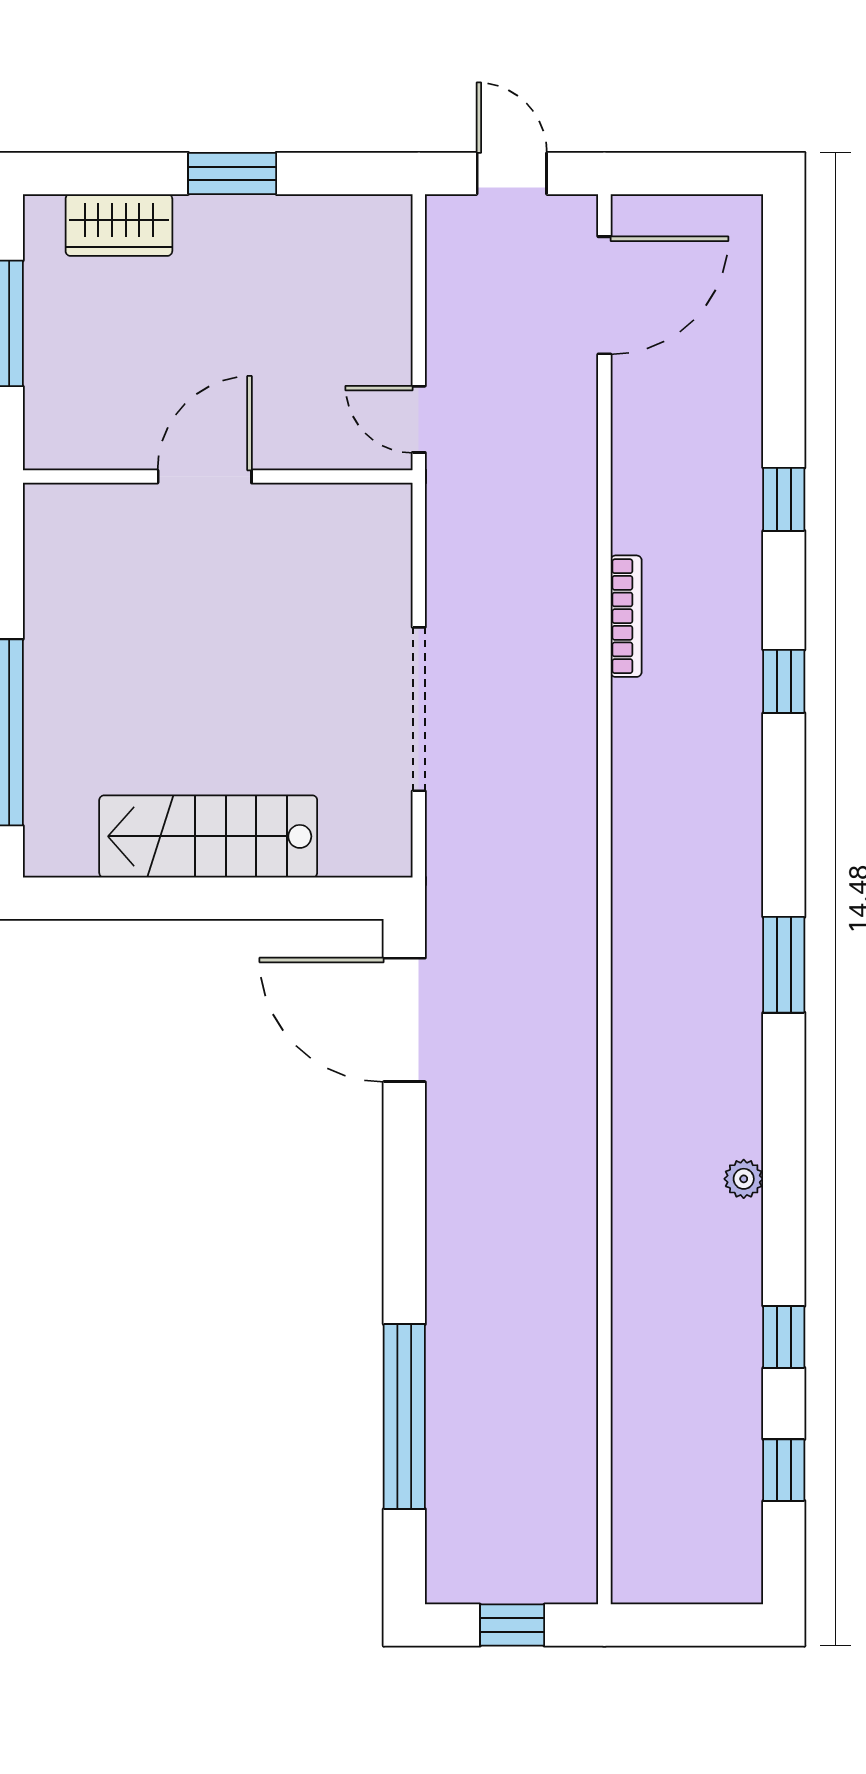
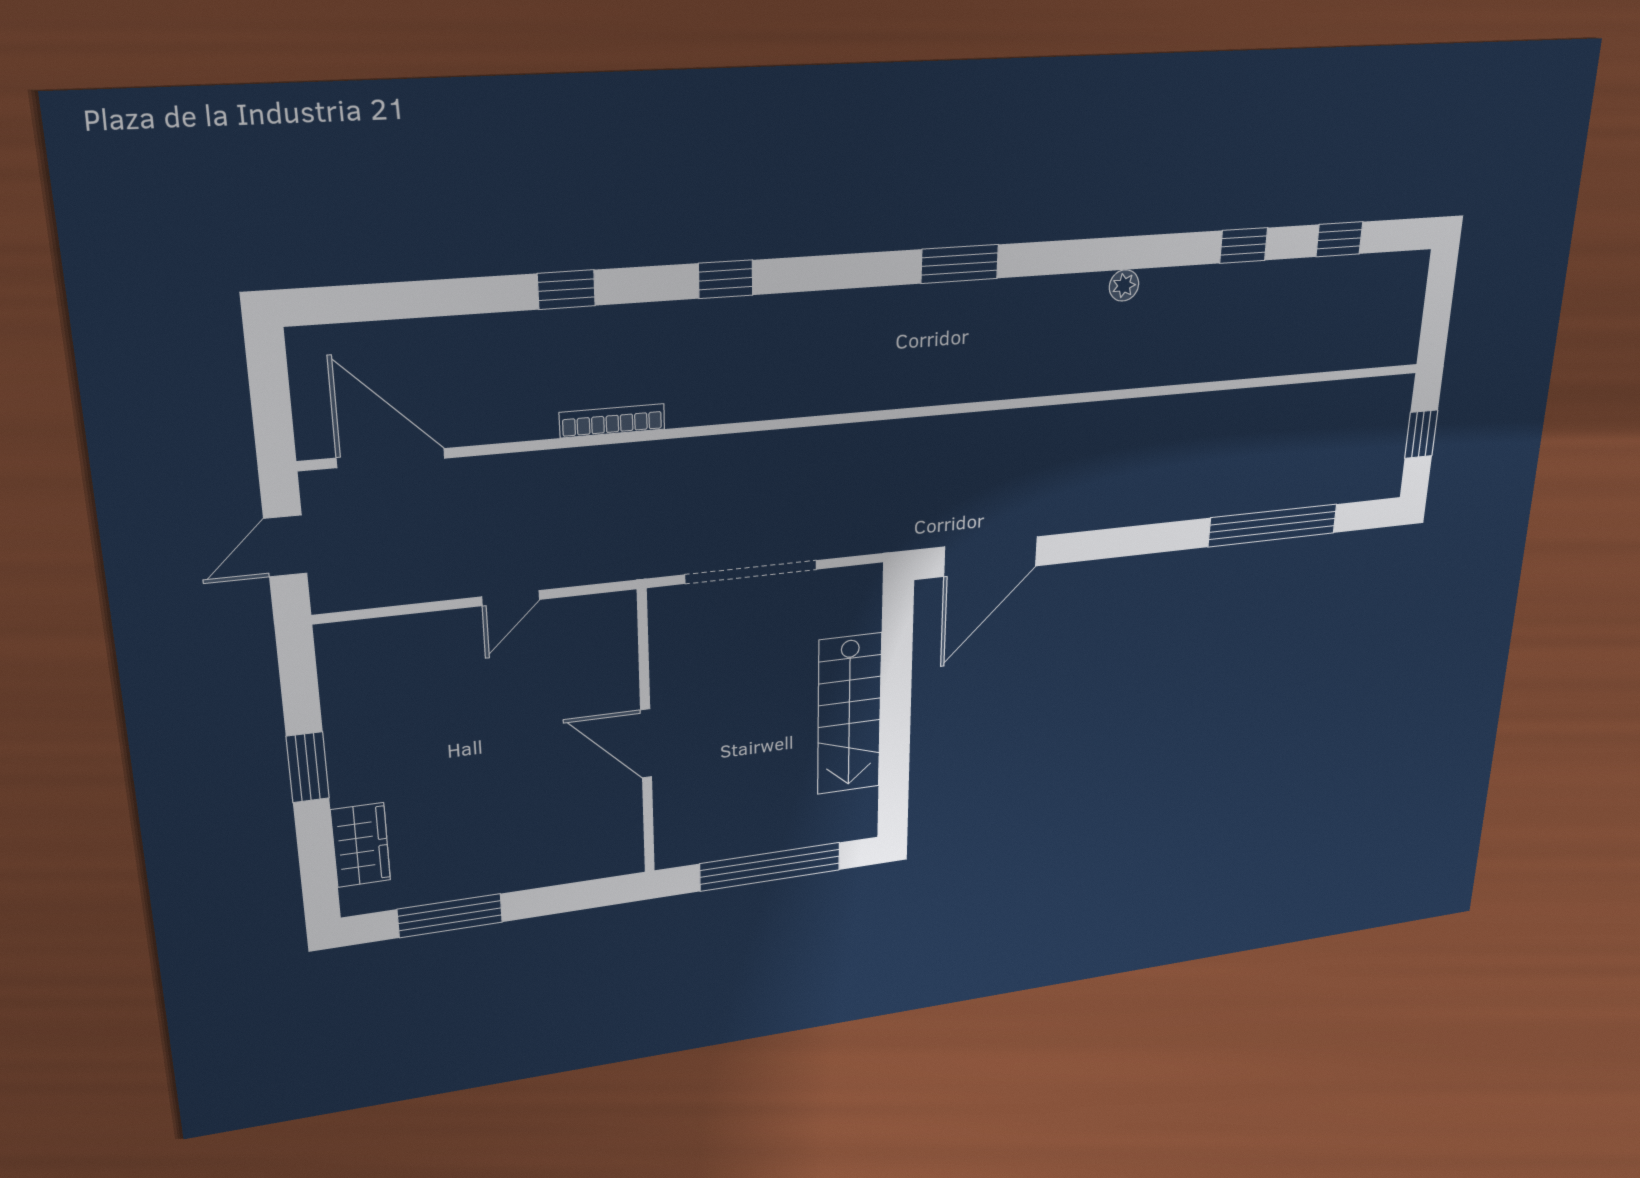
door: (205, 476) -> (646, 744), moved
wall: (218, 476) -> (646, 734), moved
bookcase: (626, 616) -> (612, 421), moved

